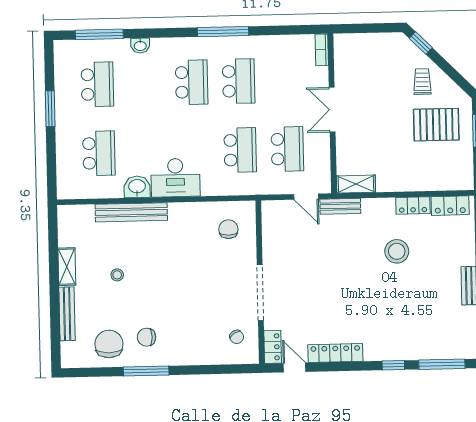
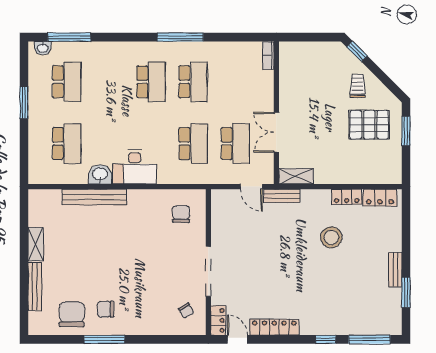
washbasin: (140, 46) -> (43, 48), moved
double door: (332, 110) -> (276, 132), moved
stool: (117, 275) -> (81, 253), removed

